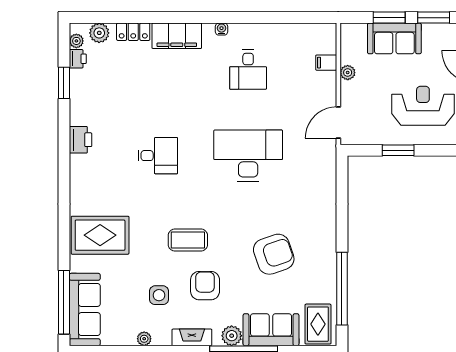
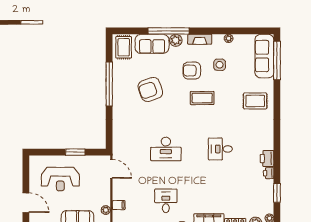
printer: (78, 59) -> (269, 173), moved
plant: (348, 73) -> (106, 210), moved
door: (338, 123) -> (111, 169), hinge flipped
desk: (248, 156) -> (166, 149), width x0.73, depth x0.77
rug: (100, 235) -> (255, 101), width x0.73, depth x0.70
armchair: (205, 286) -> (192, 71), turned 90
window: (342, 289) -> (109, 84), moved

